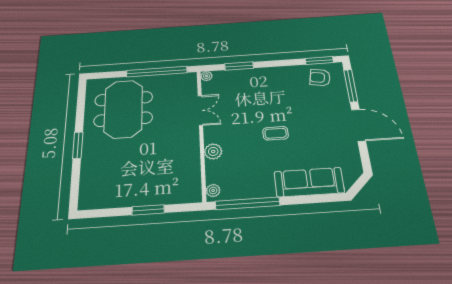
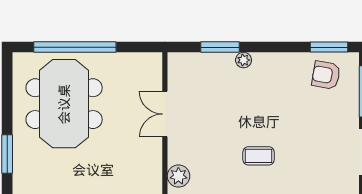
window: (157, 72) -> (75, 47), moved
plant: (206, 76) -> (244, 60), moved
double door: (200, 110) -> (165, 114), swing flipped

